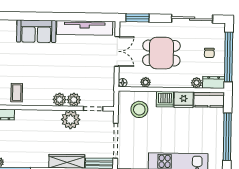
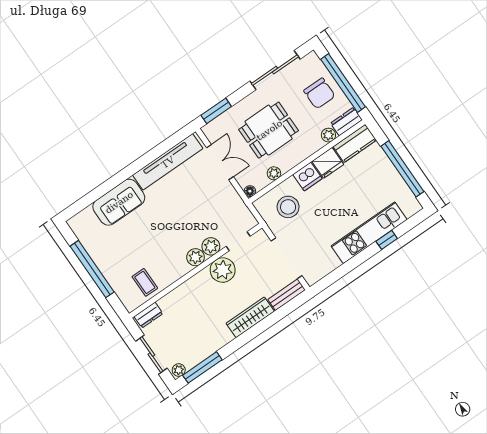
chair: (209, 53) -> (319, 93), width x1.87, depth x1.87

